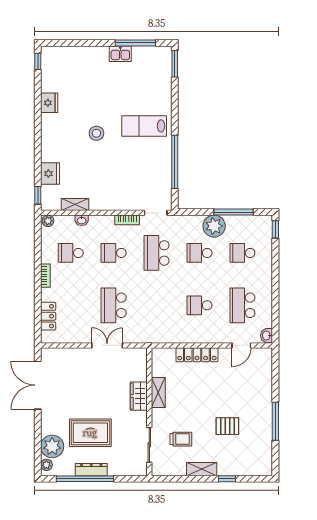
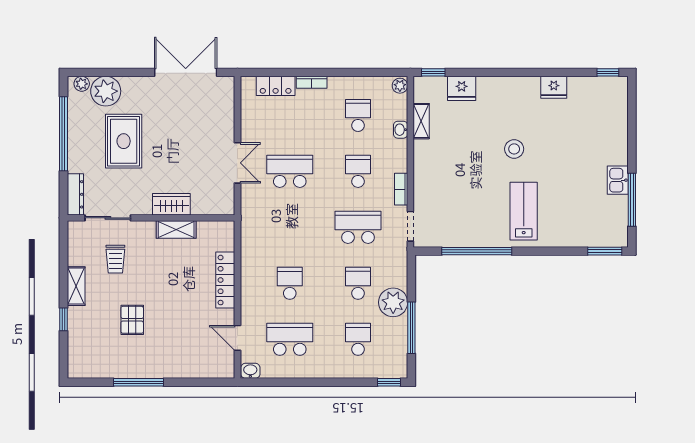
bookcase: (45, 276) -> (312, 82), moved
dresser: (91, 470) -> (75, 194), moved

